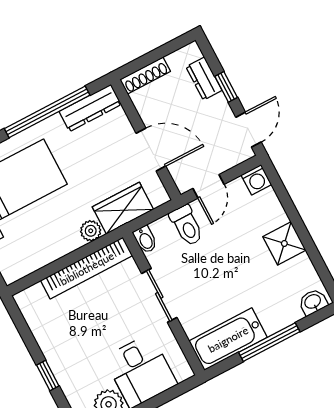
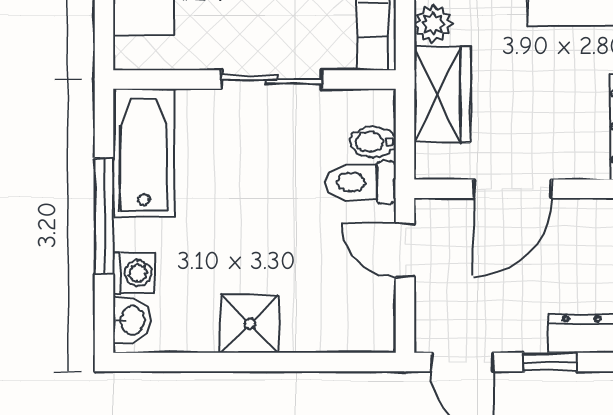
washing machine: (256, 180) -> (134, 273), moved, turned 180
bidet: (145, 239) -> (373, 142), moved

